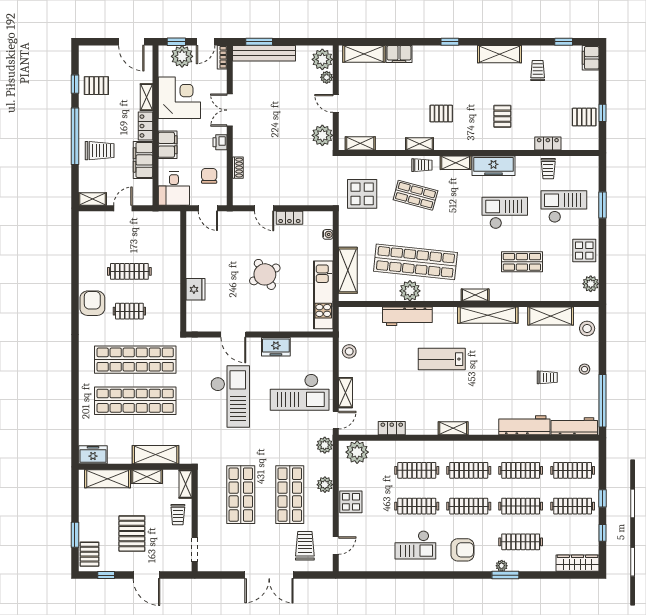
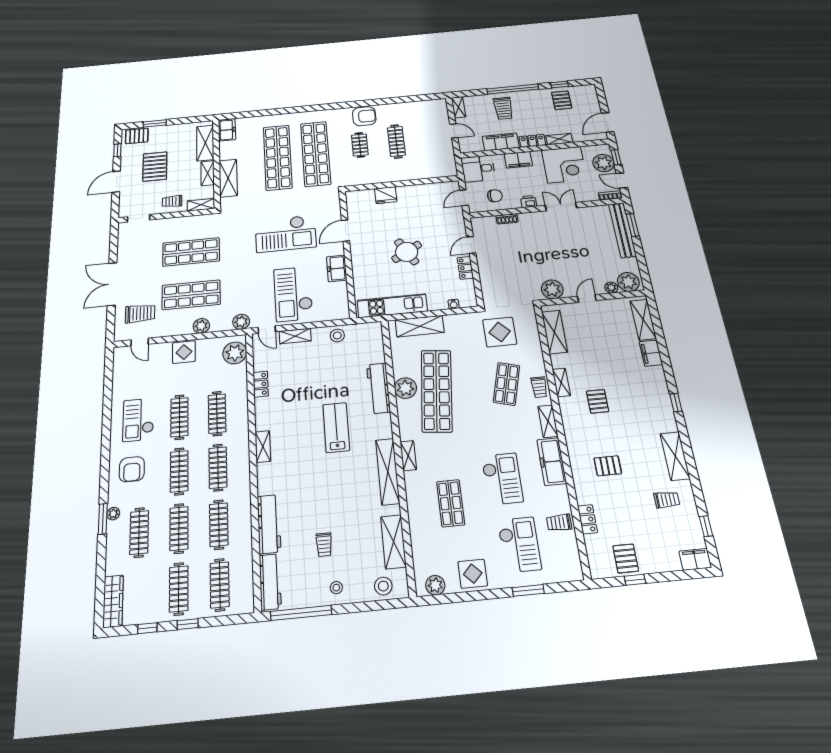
shelving: (360, 143) -> (554, 332), width x1.50, depth x1.33
pallet: (132, 534) -> (155, 167), turned 90

